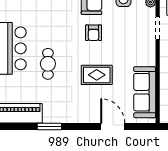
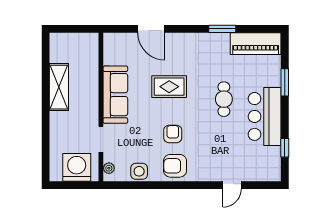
sofa: (145, 92) -> (115, 95), moved

